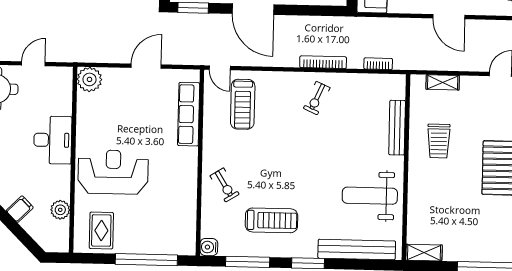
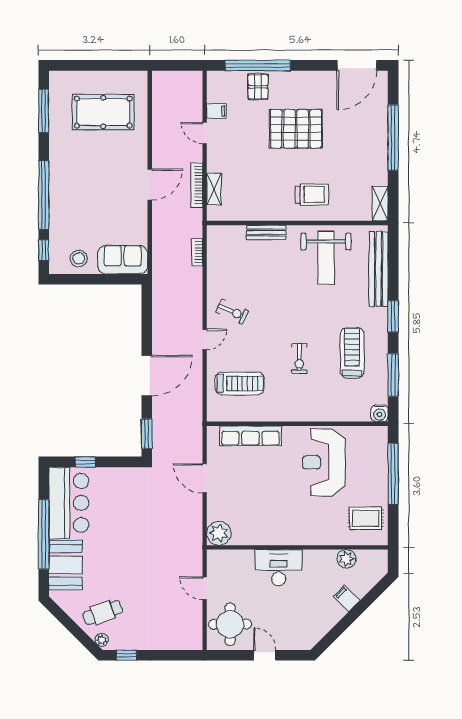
bookcase: (323, 62) -> (197, 185), moved
door: (220, 68) -> (205, 339), moved
bench: (397, 128) -> (266, 233), width x0.73
trolley: (439, 141) -> (312, 194), moved
reception desk: (113, 172) -> (324, 462), moved
exercise bike: (225, 185) -> (299, 358), moved, turned 122

